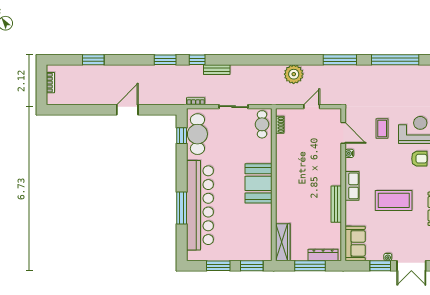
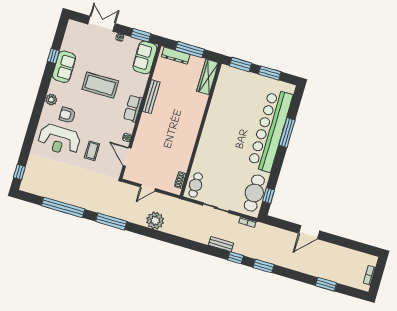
booth: (259, 183) -> (214, 134), removed
window: (380, 266) -> (141, 35), moved

